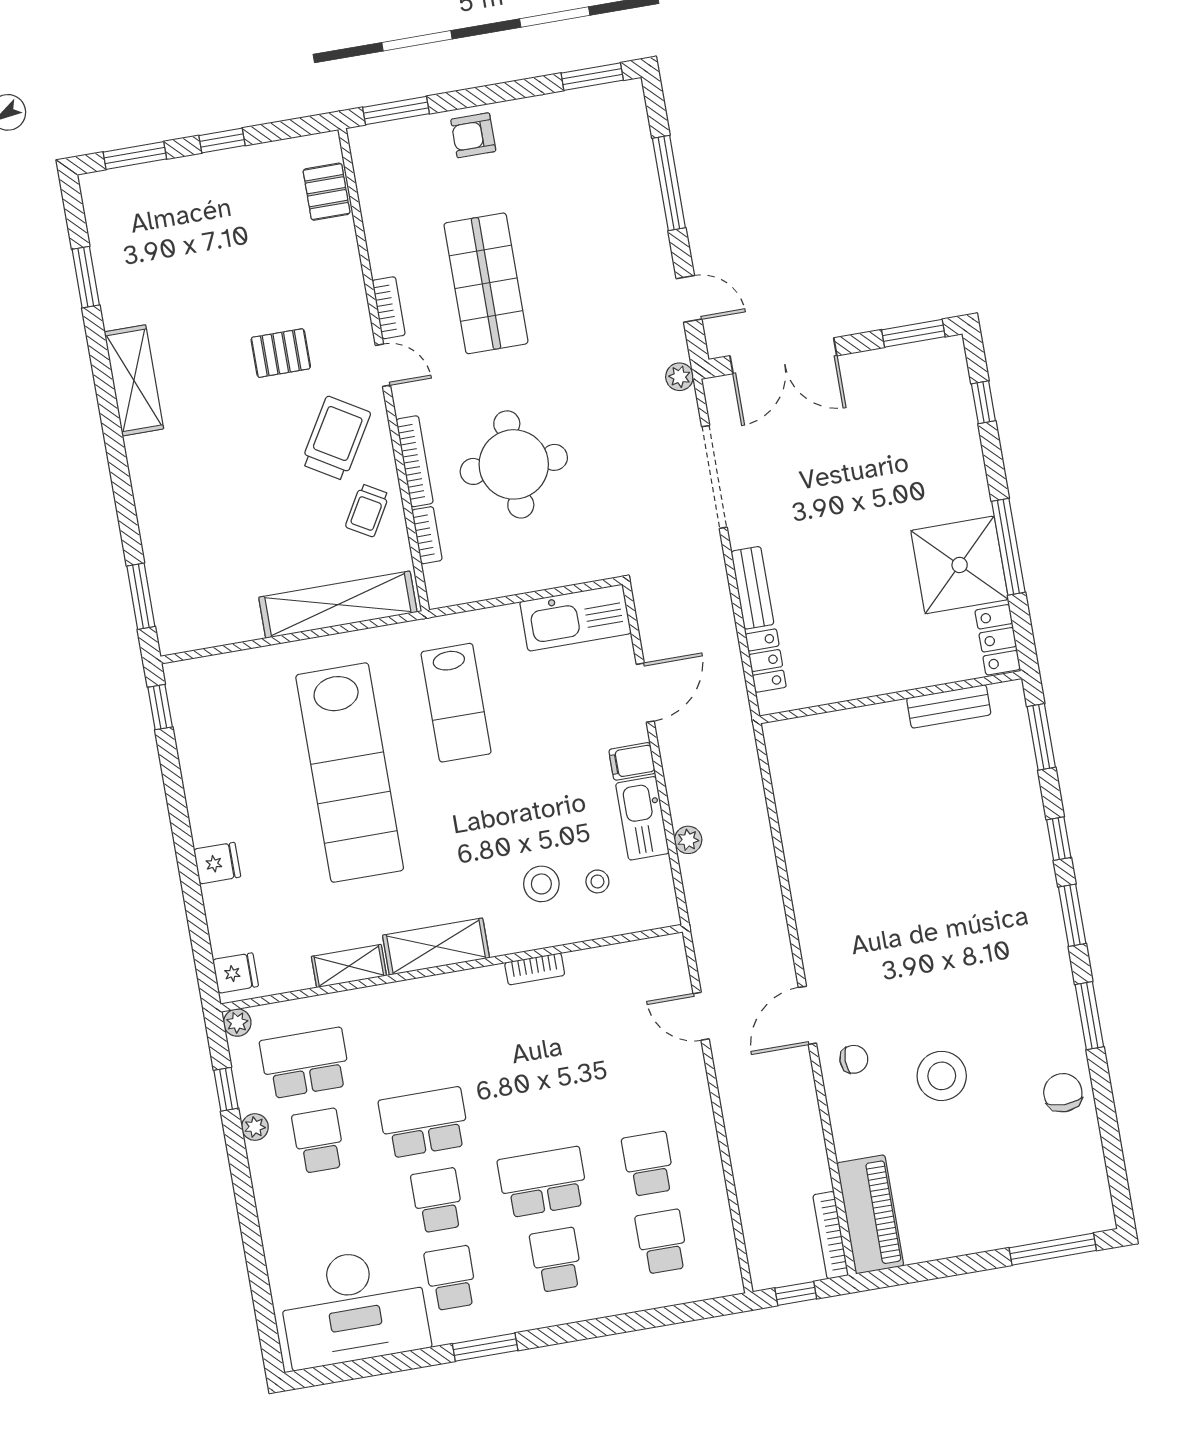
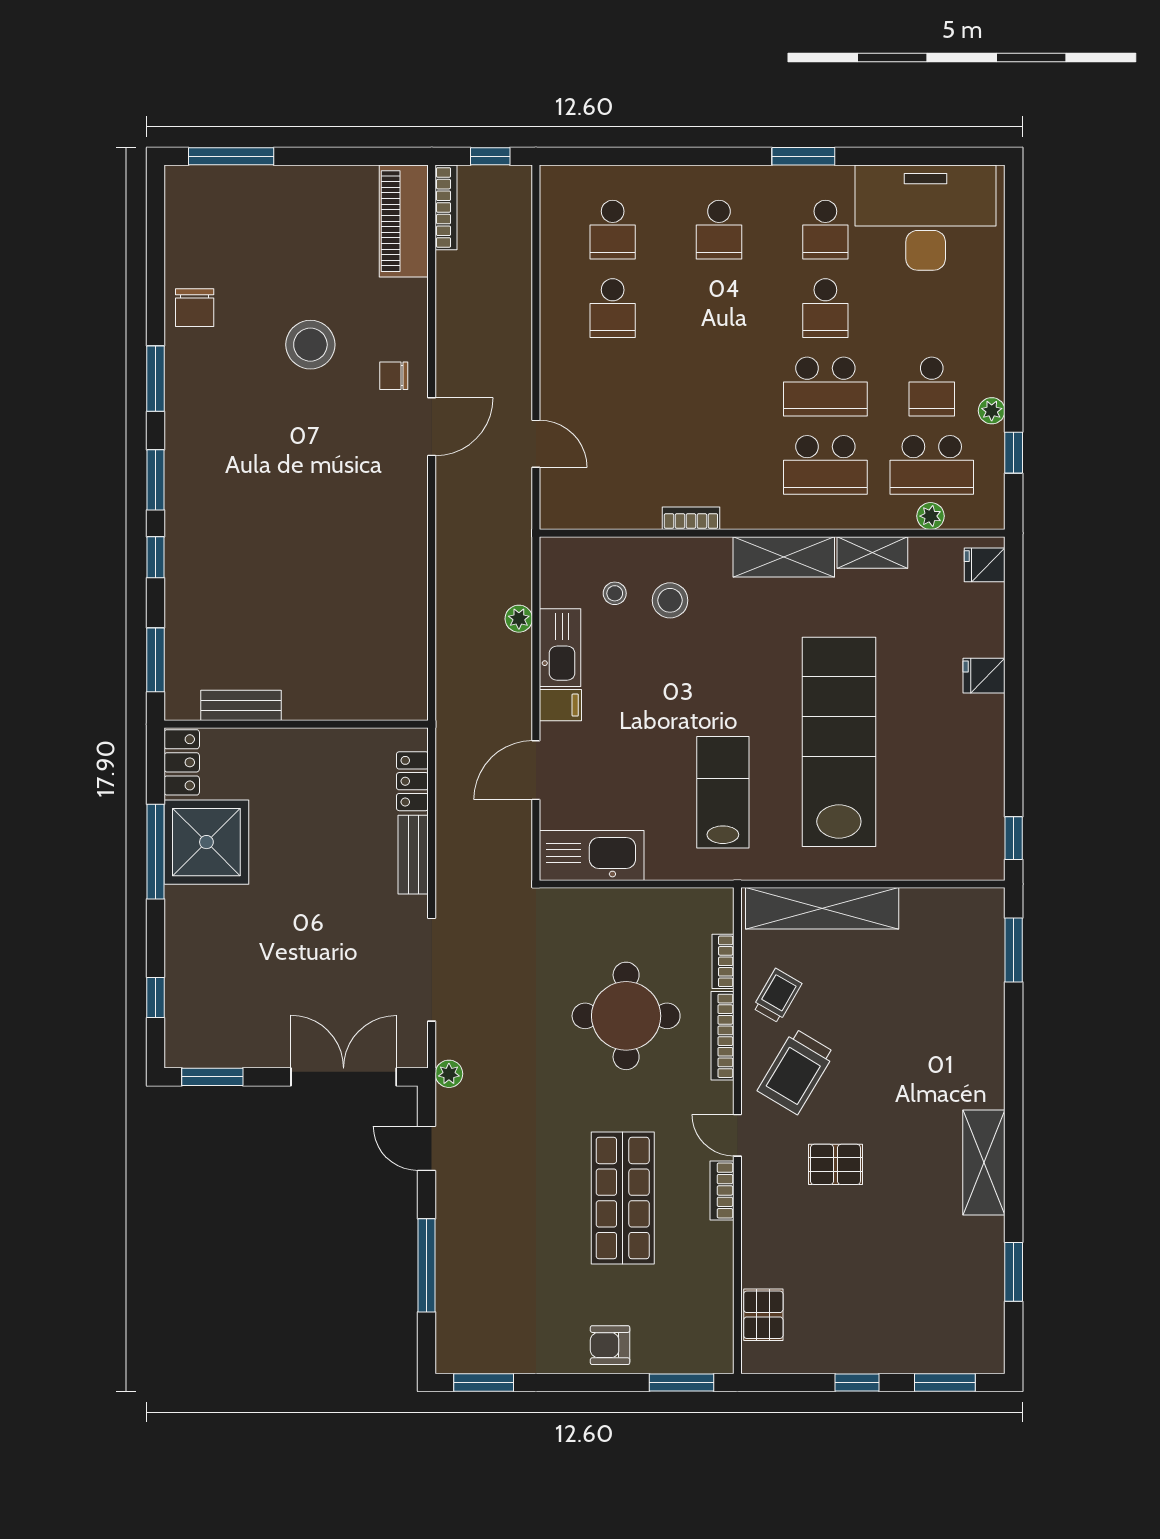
armchair: (473, 135) -> (610, 1345), turned 180
plant: (237, 1023) -> (931, 516), moved
school desk: (543, 1182) -> (825, 465), moved

